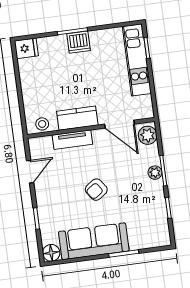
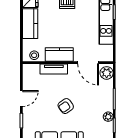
kitchen counter: (30, 80) -> (30, 24), added
door: (30, 172) -> (21, 98), moved
plant: (155, 173) -> (108, 117), moved

